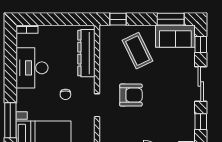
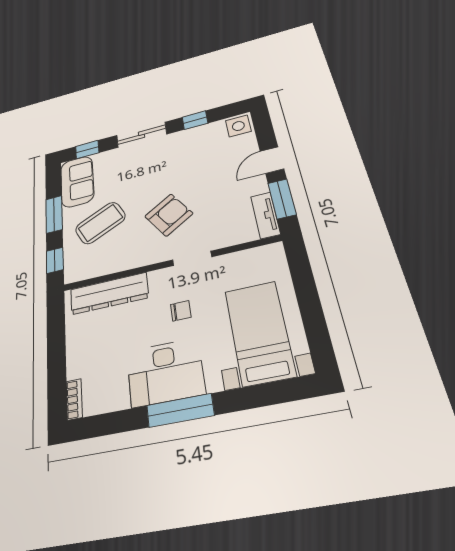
window: (171, 19) -> (54, 214), moved
desk: (32, 68) -> (165, 372), moved
armchair: (131, 95) -> (169, 215), turned 57
window: (10, 120) -> (180, 410), moved

